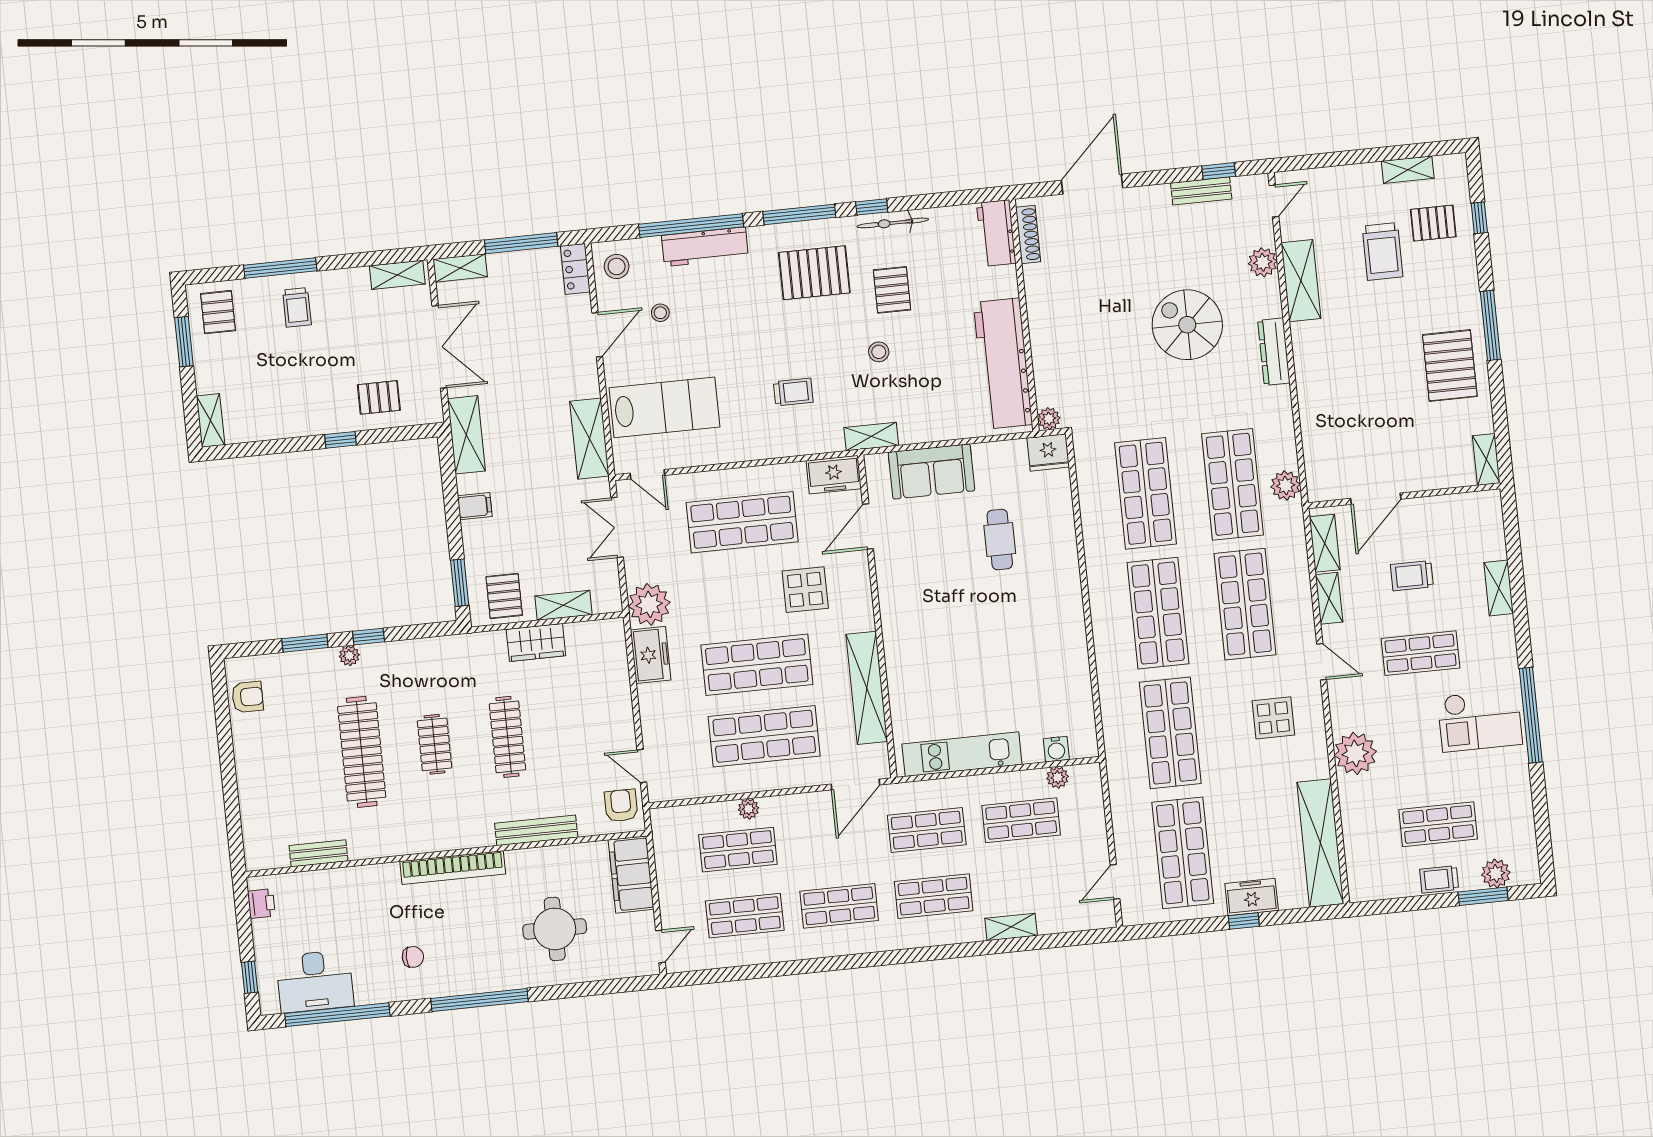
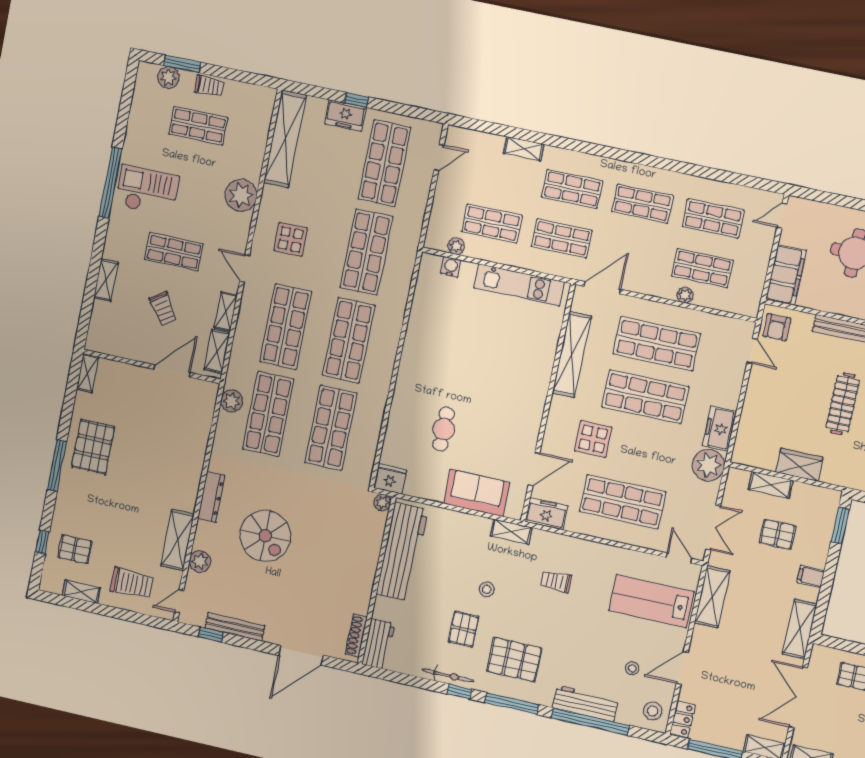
bench: (1201, 191) -> (235, 627), width x1.36
trolley: (1382, 251) -> (132, 583), moved, turned 90
trolley: (1412, 576) -> (163, 309), turned 56
pallet: (504, 596) -> (778, 534), moved, turned 90

